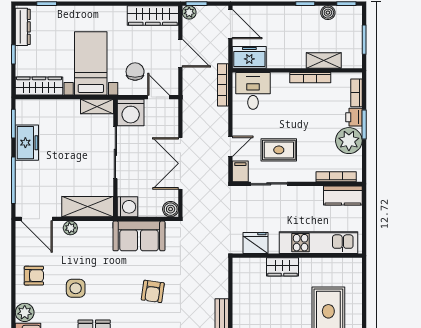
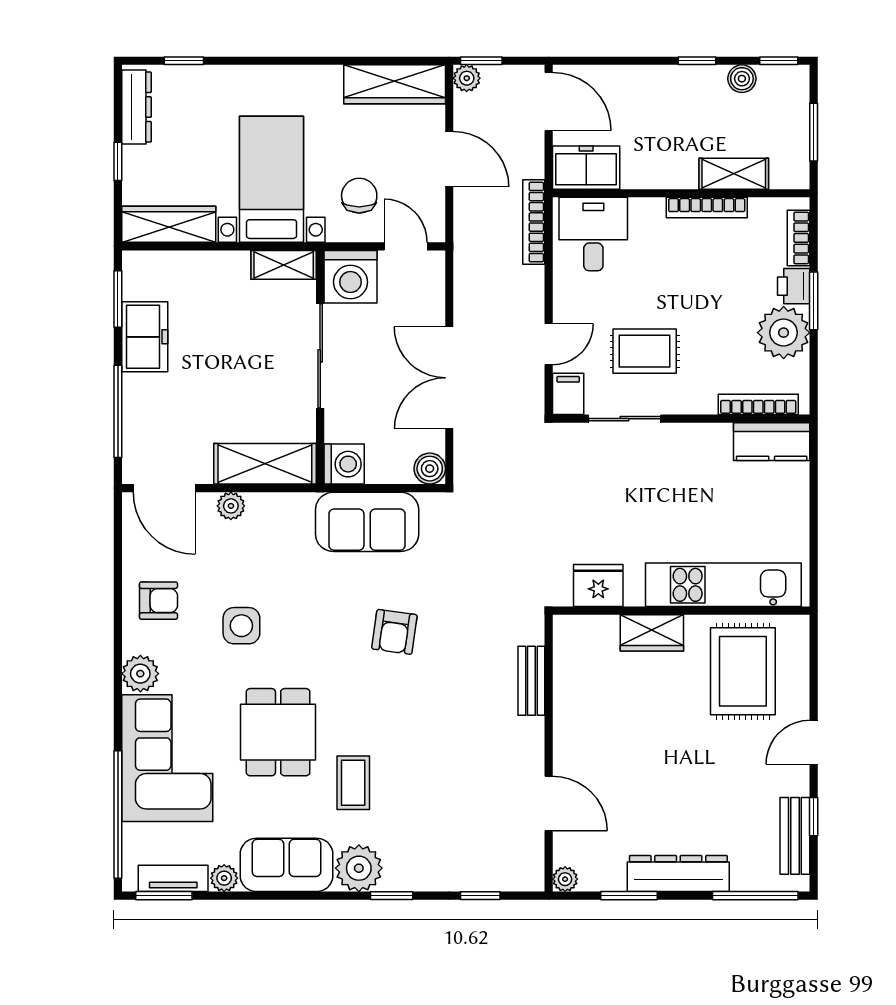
fridge: (256, 243) -> (598, 586), moved
kitchen unit: (319, 243) -> (723, 585), moved
wall: (297, 256) -> (681, 611), moved
wardrobe: (282, 267) -> (652, 633), moved

